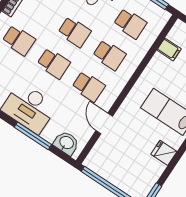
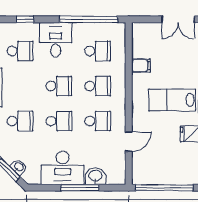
filing cabinet: (169, 49) -> (141, 66), moved
door: (104, 123) -> (129, 142), swing flipped
washbasin: (66, 143) -> (95, 176), moved

